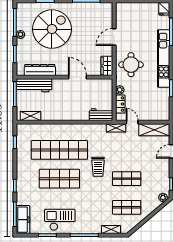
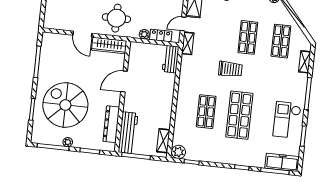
wardrobe: (107, 66) -> (109, 45), width x1.50
plant: (22, 130) -> (178, 152), added
shop shelf: (59, 150) -> (206, 112), width x0.50, depth x0.74

